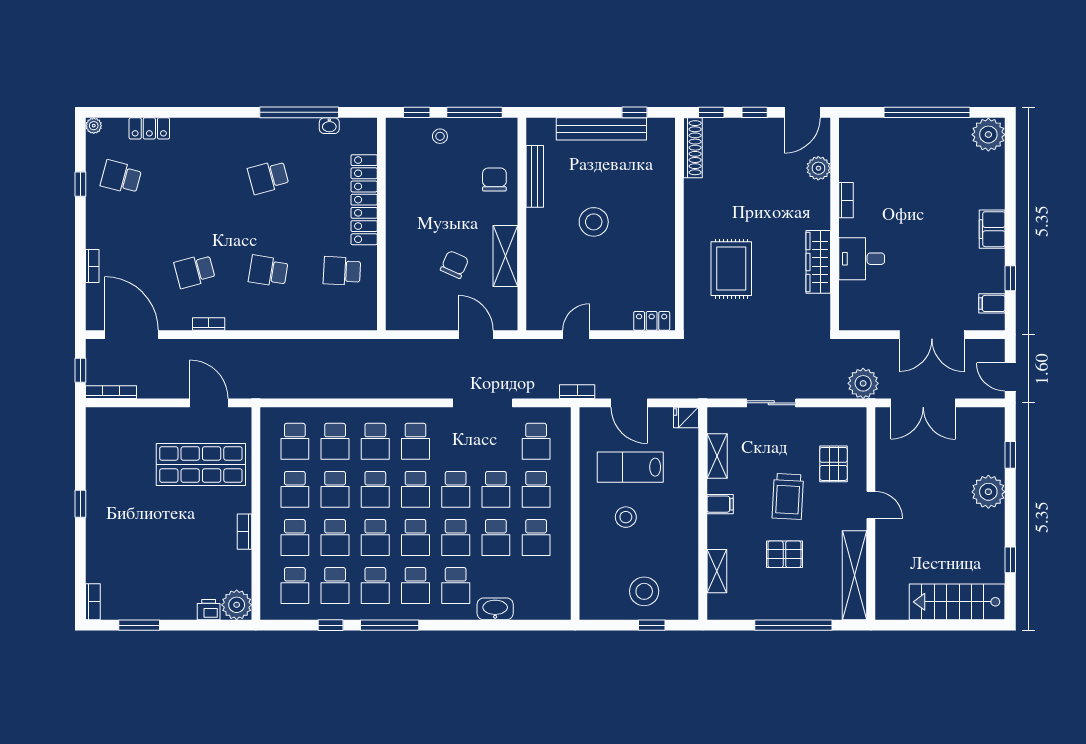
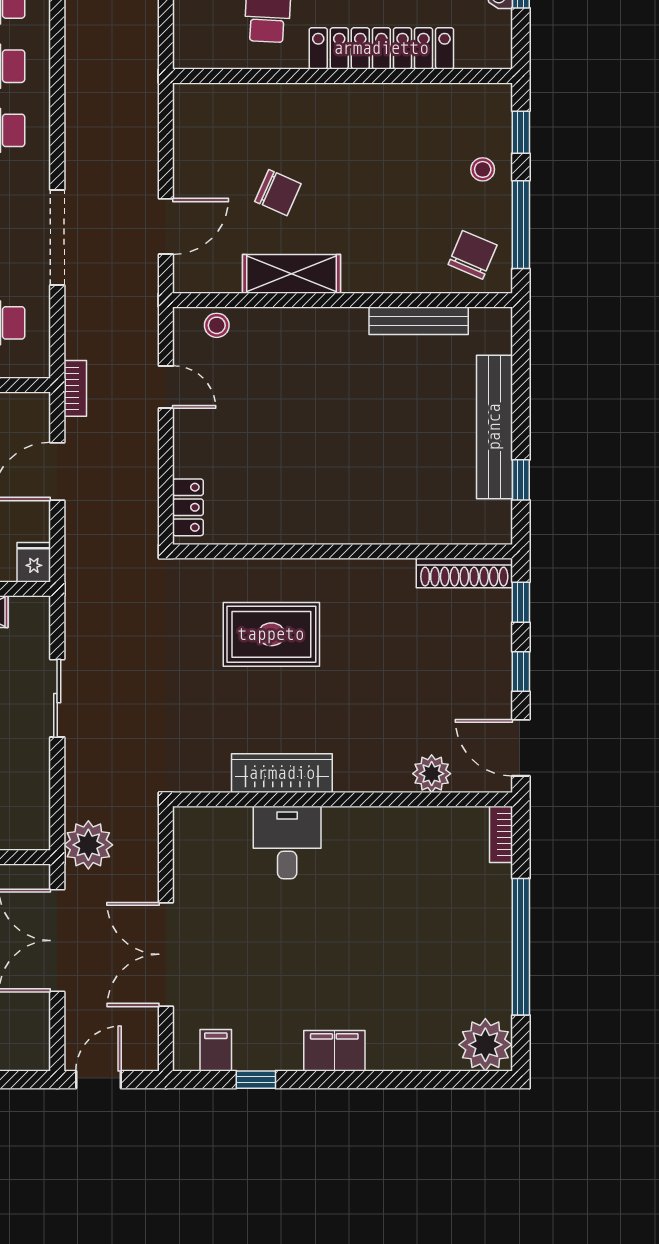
chair: (494, 180) -> (473, 255), moved, turned -67
bookcase: (846, 200) -> (501, 834), moved, turned 90
stool: (594, 222) -> (217, 325), moved, width x0.53, depth x0.53

